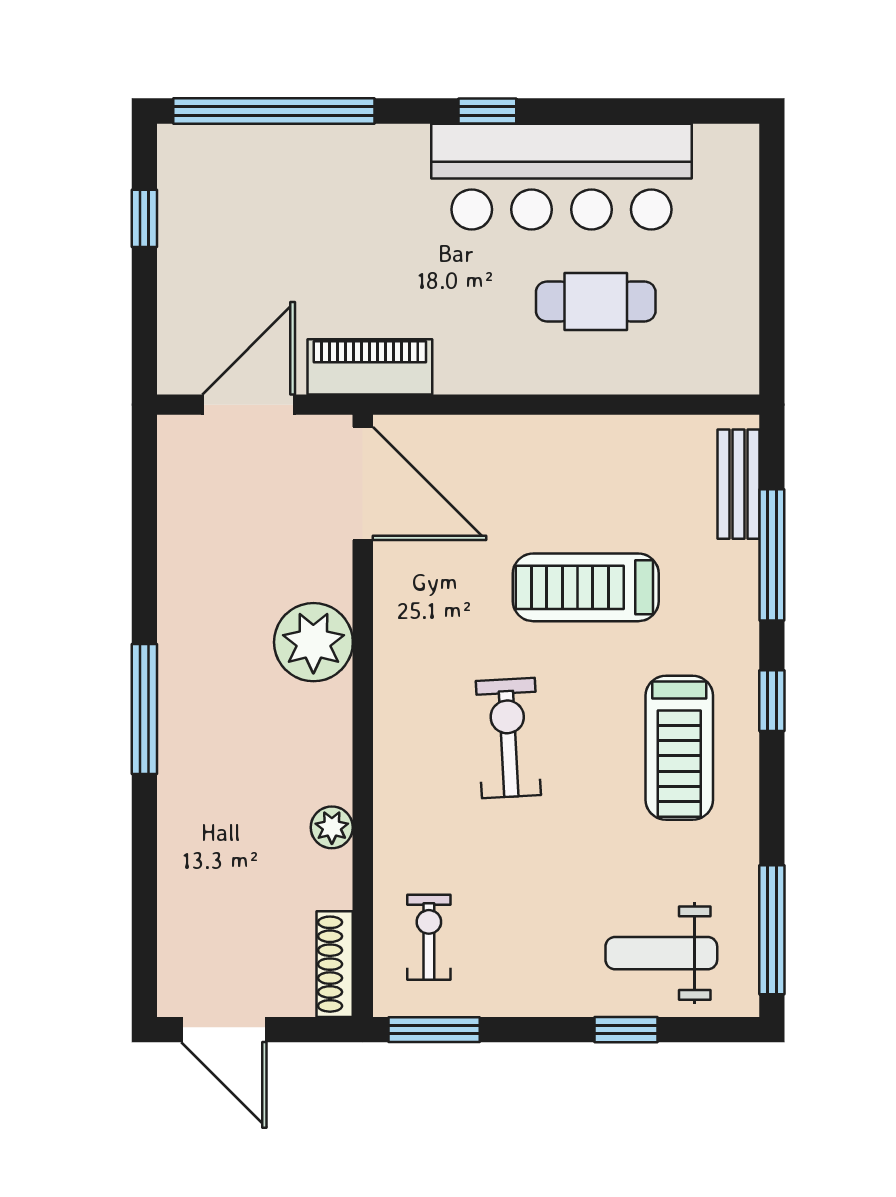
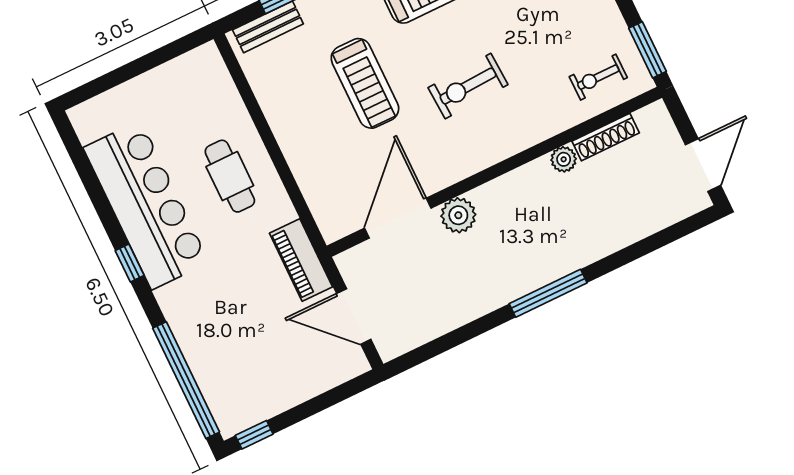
window: (144, 218) -> (254, 435), moved
cafe table: (596, 302) -> (230, 176), moved
door: (363, 483) -> (398, 218), moved
plant: (313, 642) -> (458, 215), width x0.73, depth x0.73
shoe rack: (335, 964) -> (606, 137), moved

